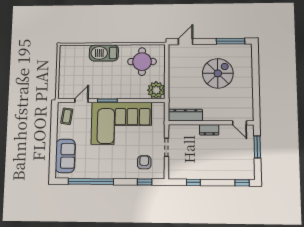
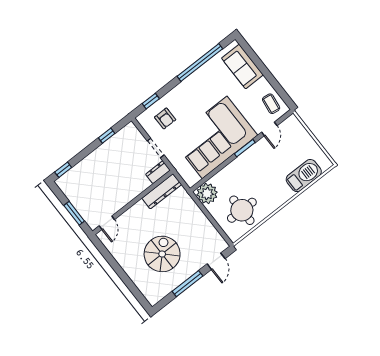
window: (230, 41) -> (188, 284), moved
barbecue: (104, 53) -> (304, 176), moved
spiral stairs: (218, 73) -> (162, 254), turned 180
door: (239, 123) -> (107, 223), swing flipped
dresser: (209, 130) -> (158, 172), moved

